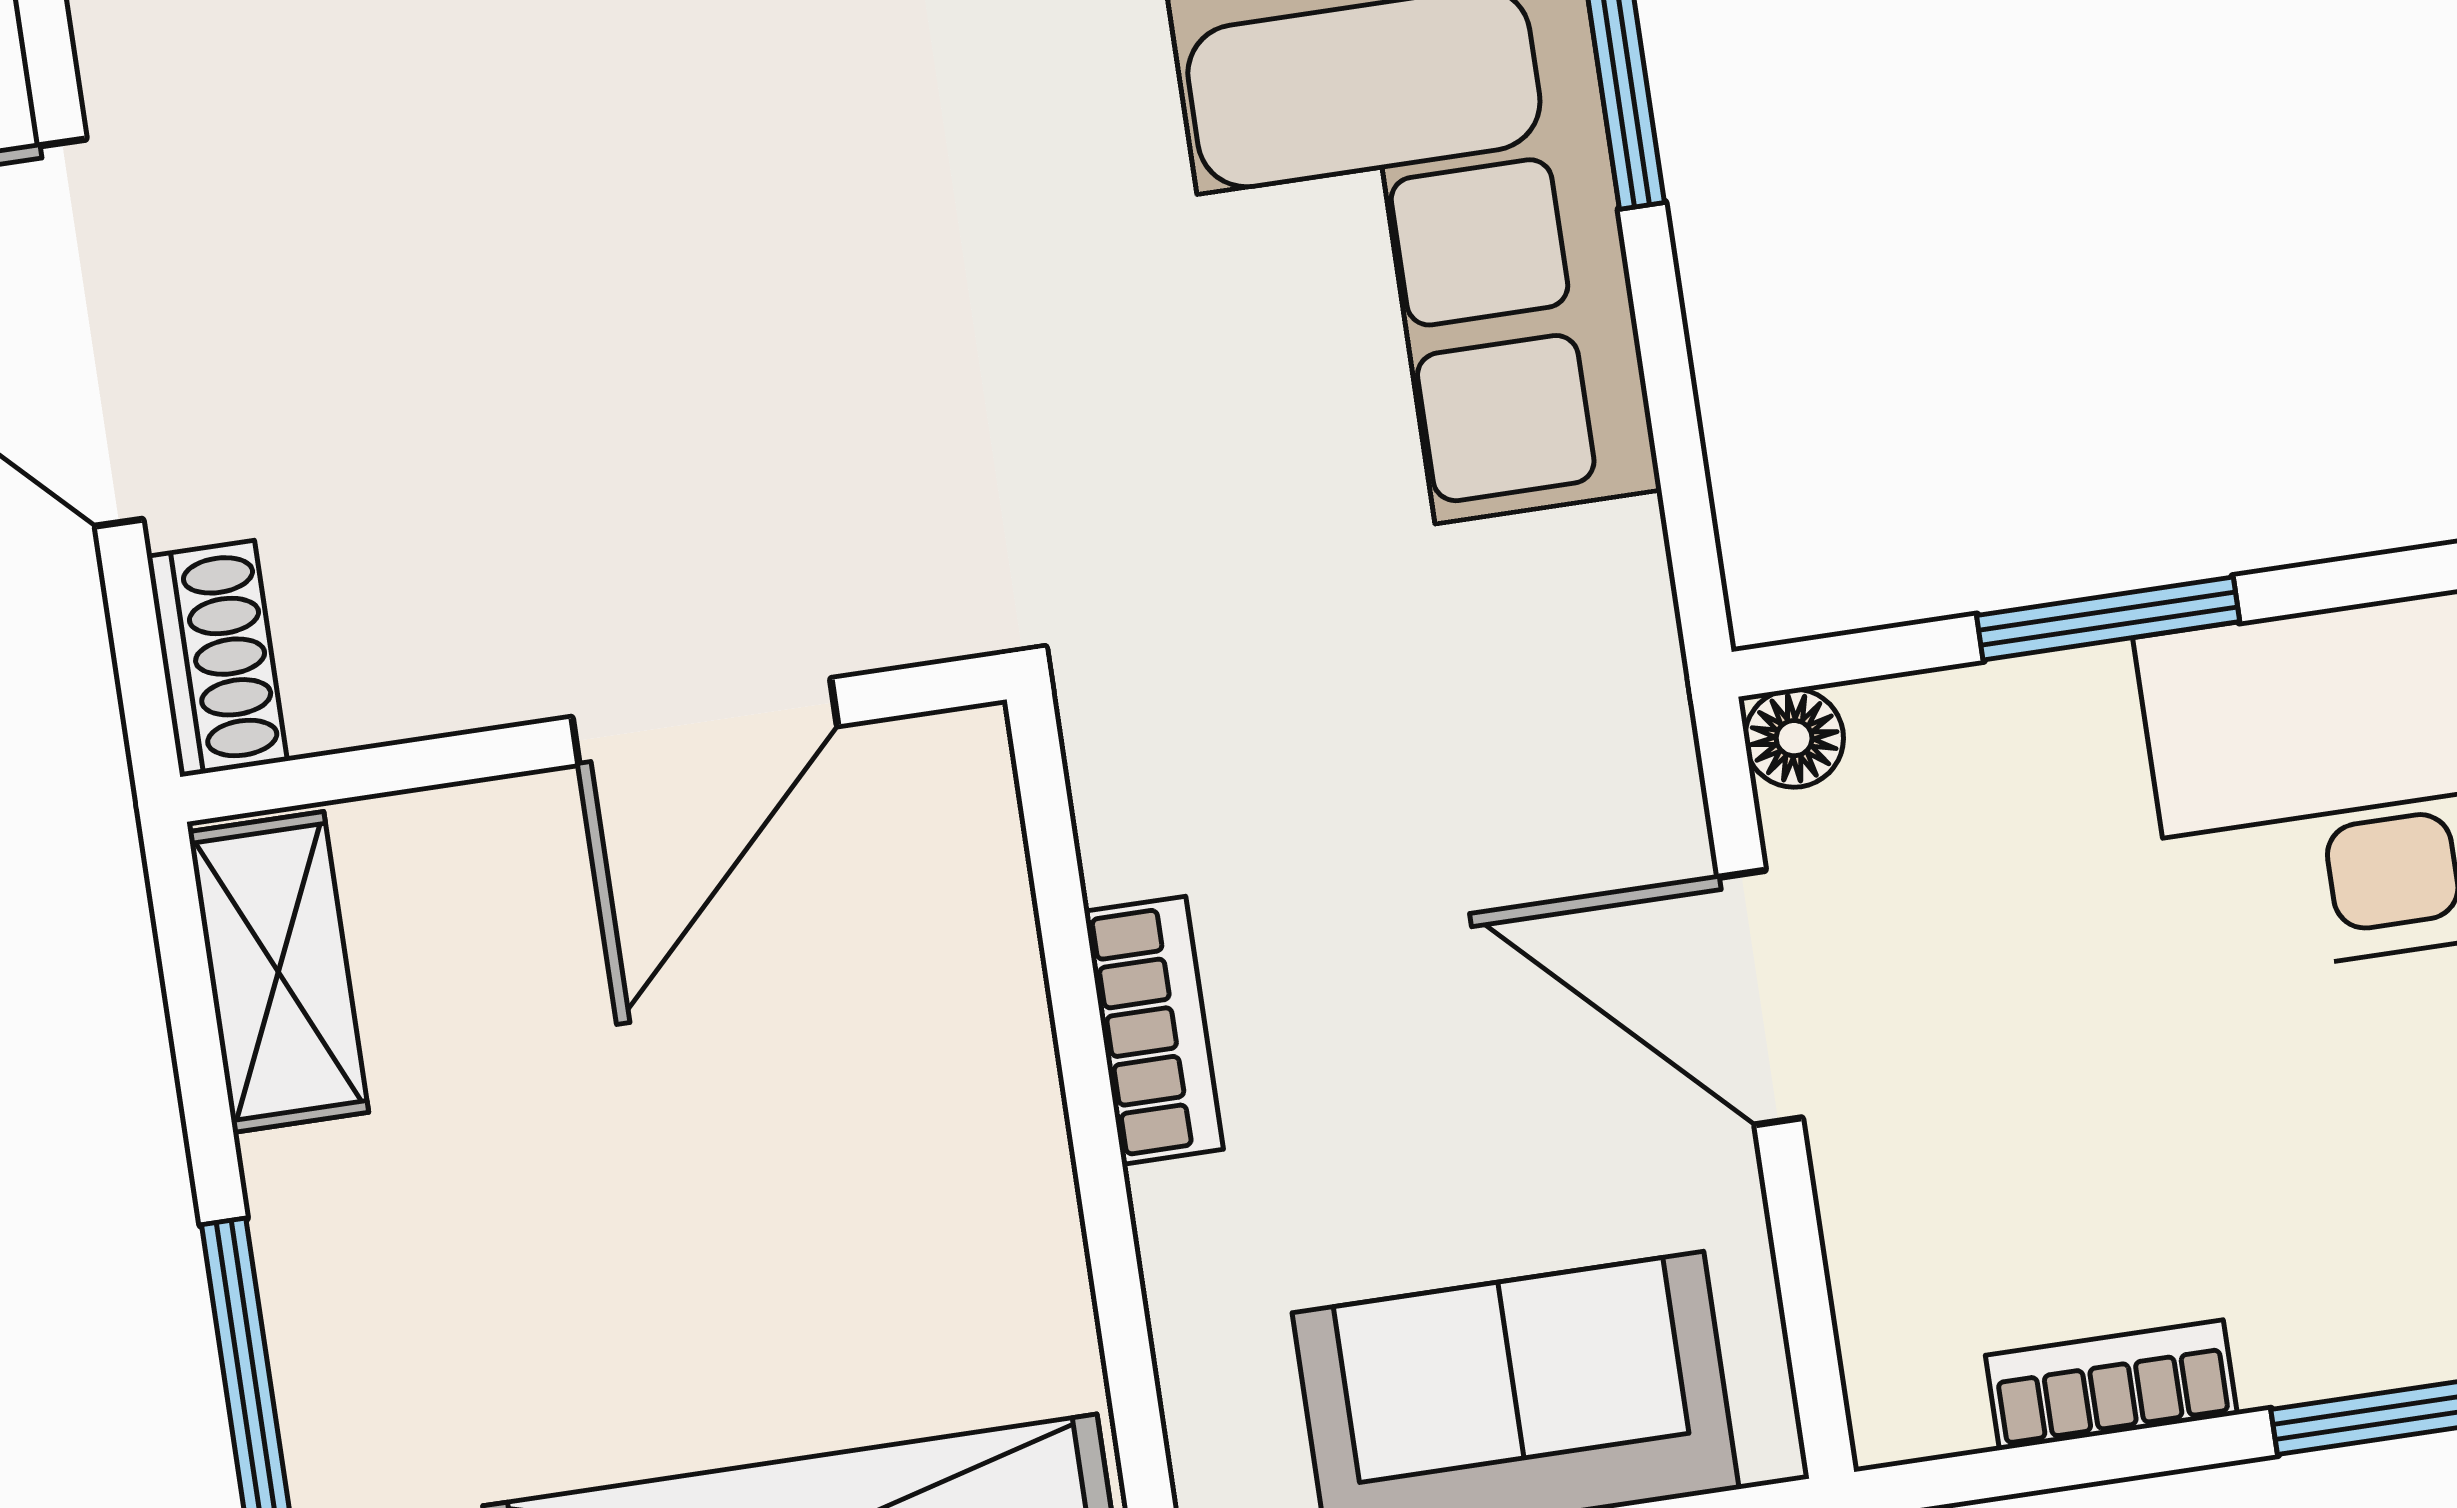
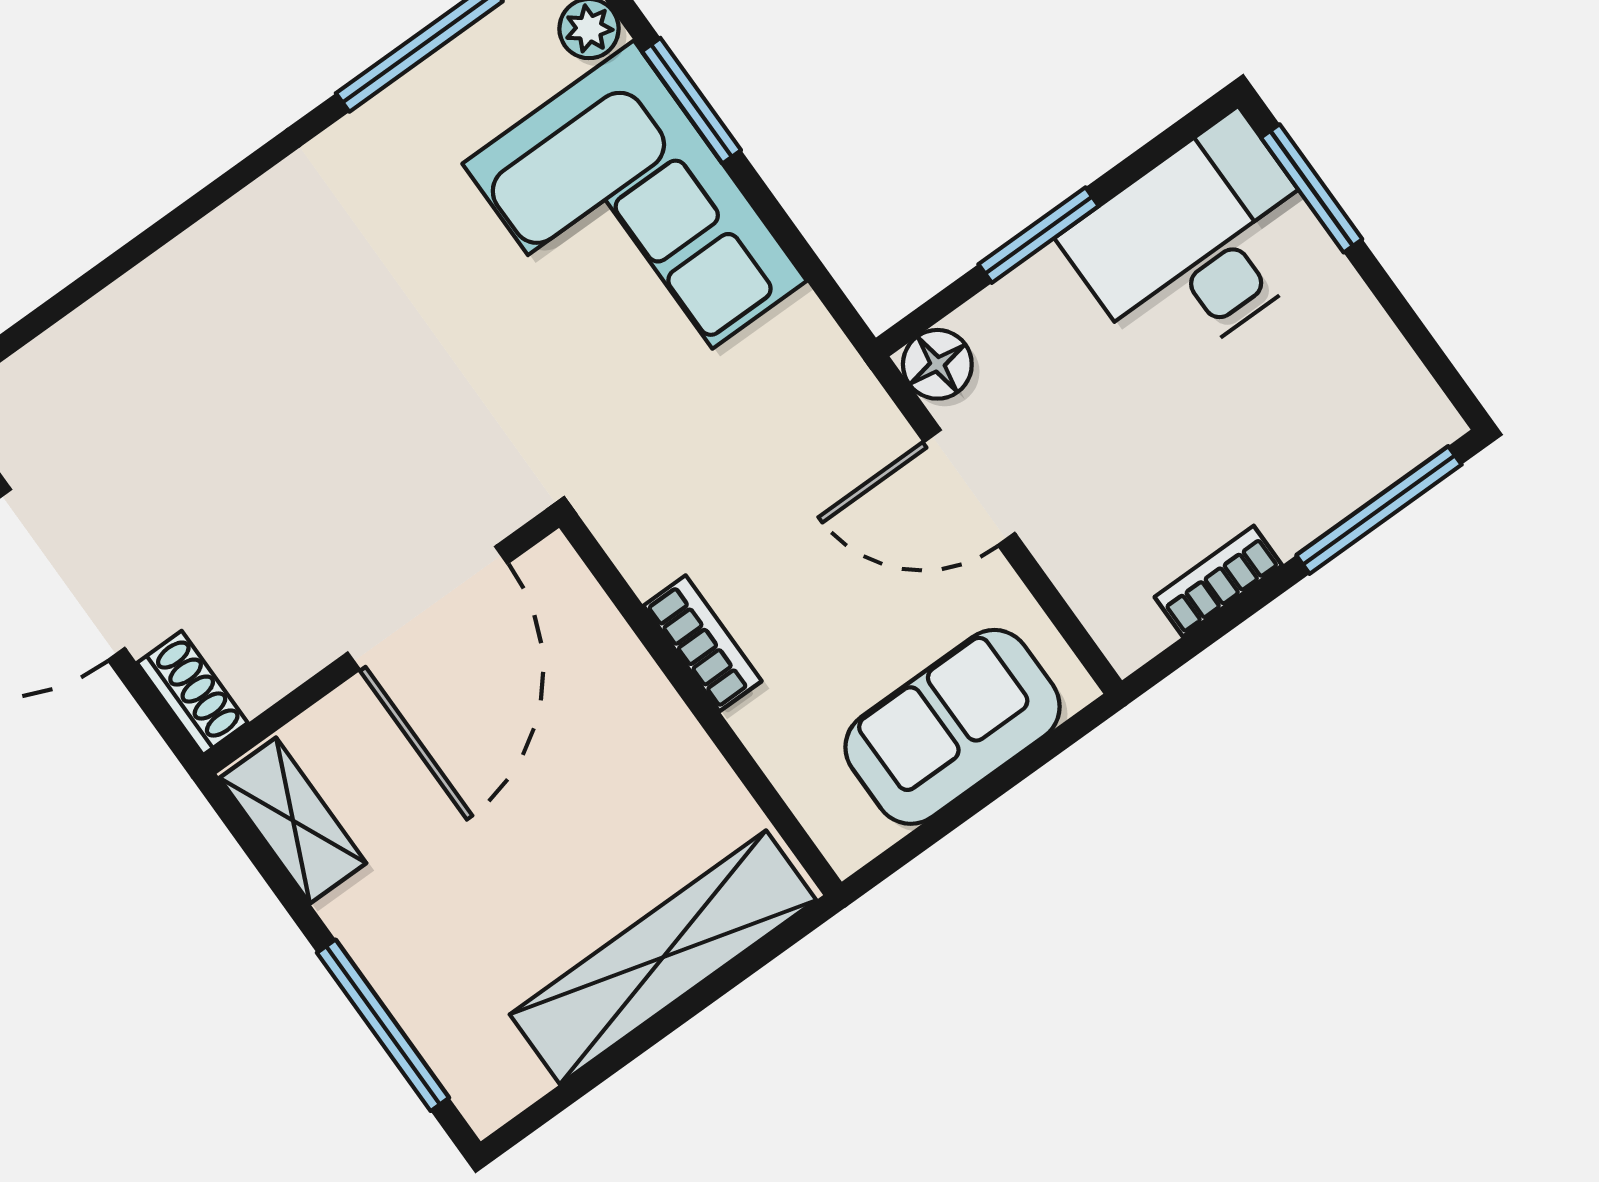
door: (705, 722) -> (428, 608), width x1.36
floor lamp: (1794, 738) -> (937, 364), width x1.37, depth x1.37

